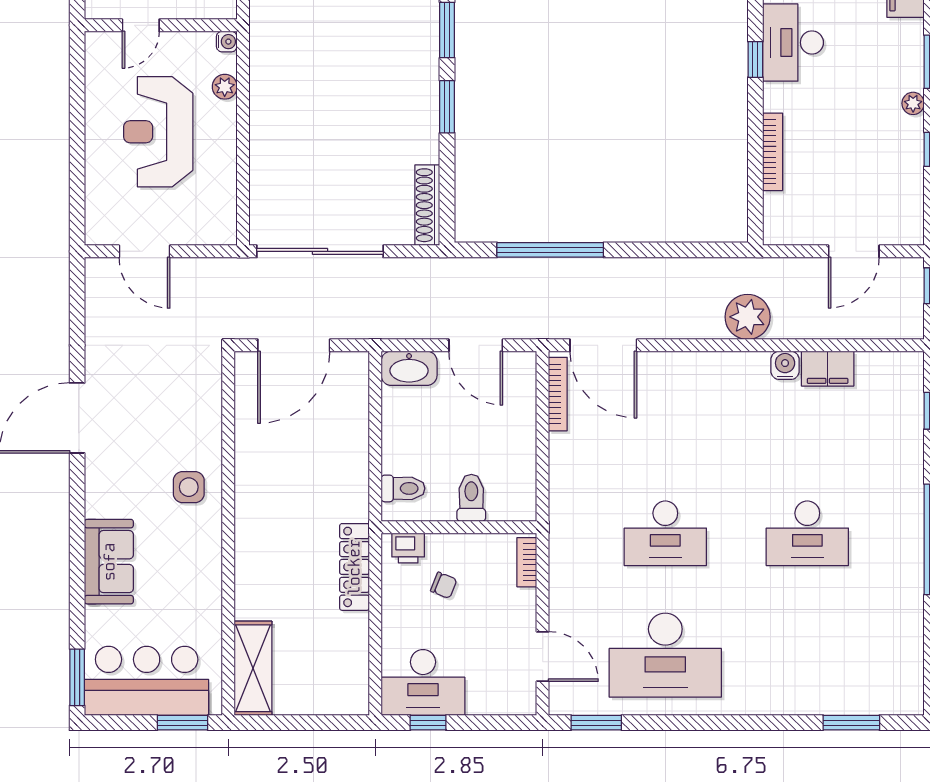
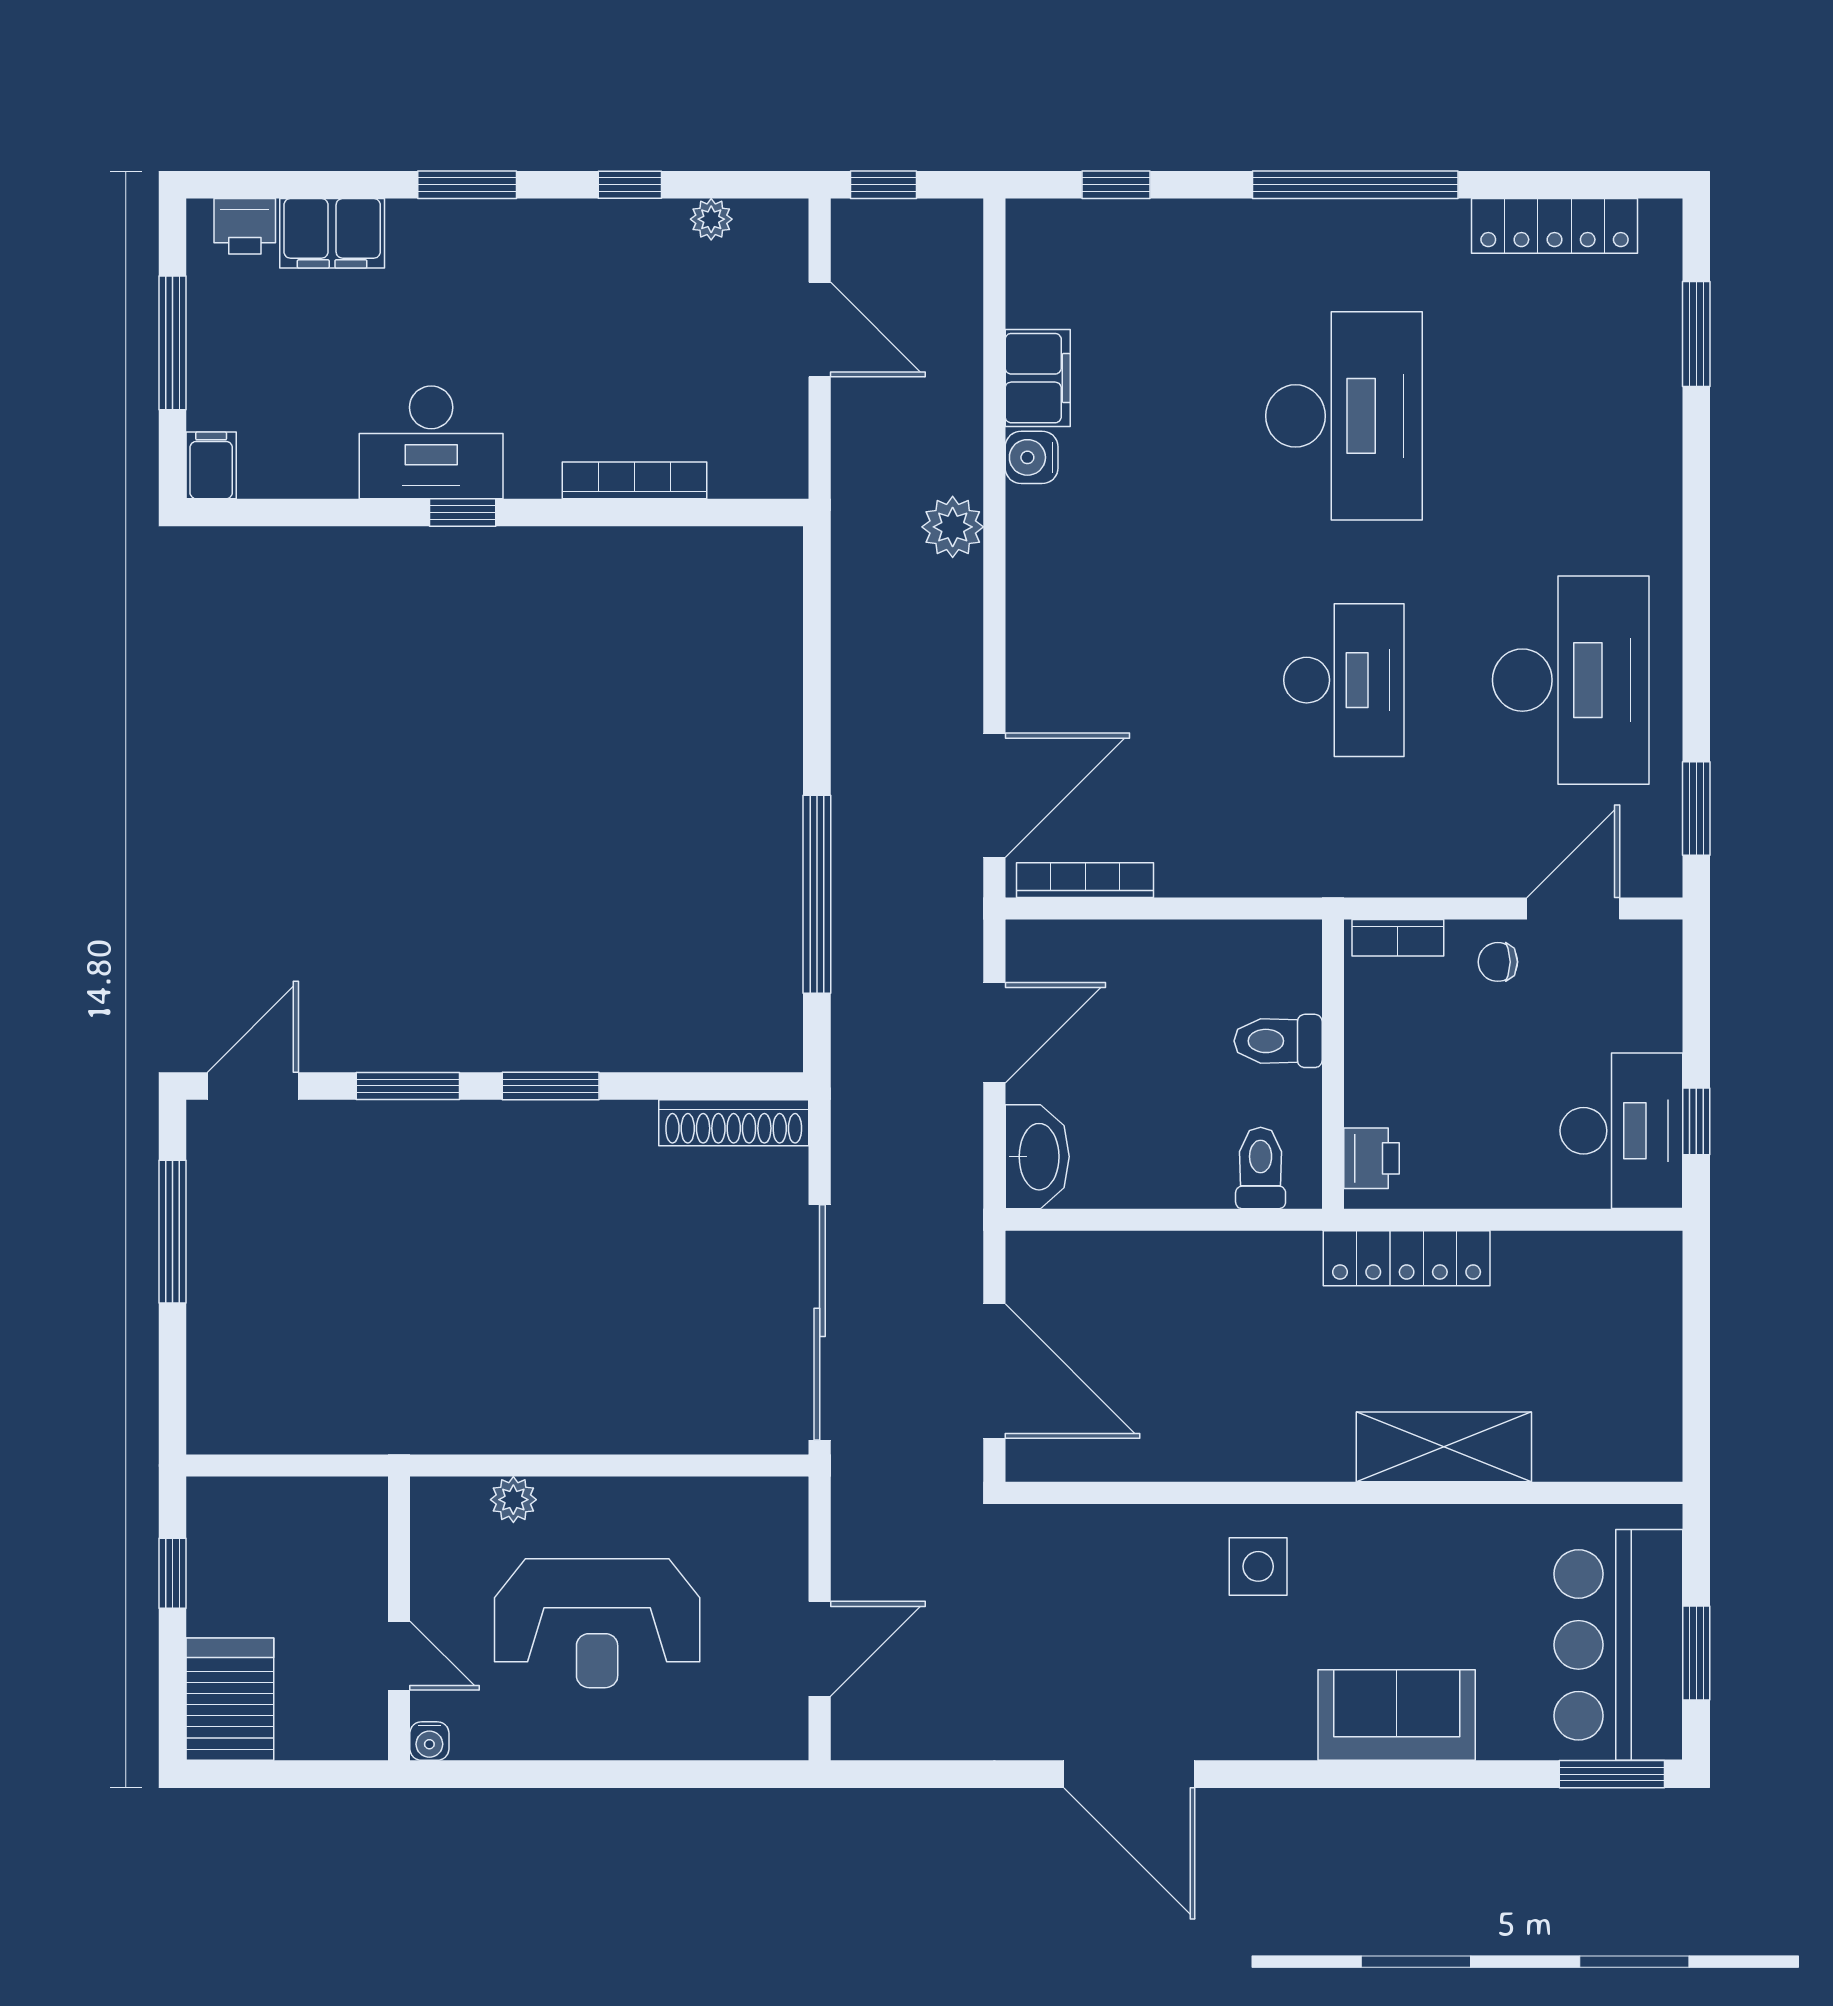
water cooler: (227, 42) -> (429, 1741), moved, turned 180
plant: (913, 103) -> (711, 219), moved
plant: (748, 317) -> (953, 527), width x0.73, depth x0.73
desk: (807, 533) -> (1344, 416), width x1.36, depth x1.30
chair: (444, 585) -> (1498, 962), moved, turned -112
locker: (909, 646) -> (1555, 226), added
shelving: (253, 668) -> (1444, 1447), moved
window: (183, 723) -> (1696, 1653), moved

